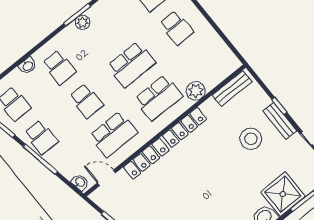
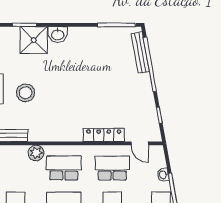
locker: (184, 127) -> (63, 135), removed
washbasin: (80, 182) -> (163, 175), moved

